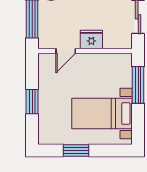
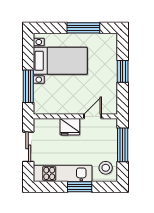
window: (76, 151) -> (83, 28), width x1.44

